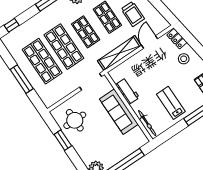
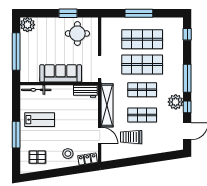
workbench: (127, 91) -> (85, 91), moved

